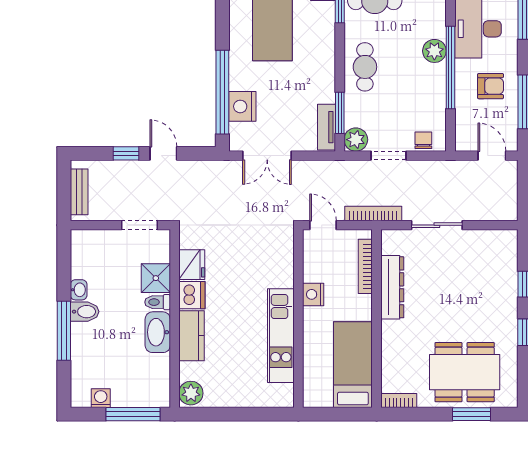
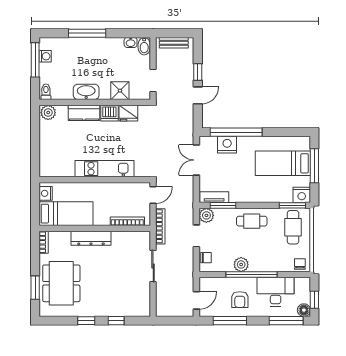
plant: (434, 51) -> (241, 264), moved
dresser: (392, 287) -> (91, 238), moved
washbasin: (79, 290) -> (131, 42), moved
nightstand: (313, 294) -> (46, 193), moved, turned -90
toilet: (158, 302) -> (46, 92), moved
bidet: (85, 312) -> (144, 46), moved
kitchen unit: (281, 336) -> (105, 169), moved
window: (133, 414) -> (35, 60), moved

